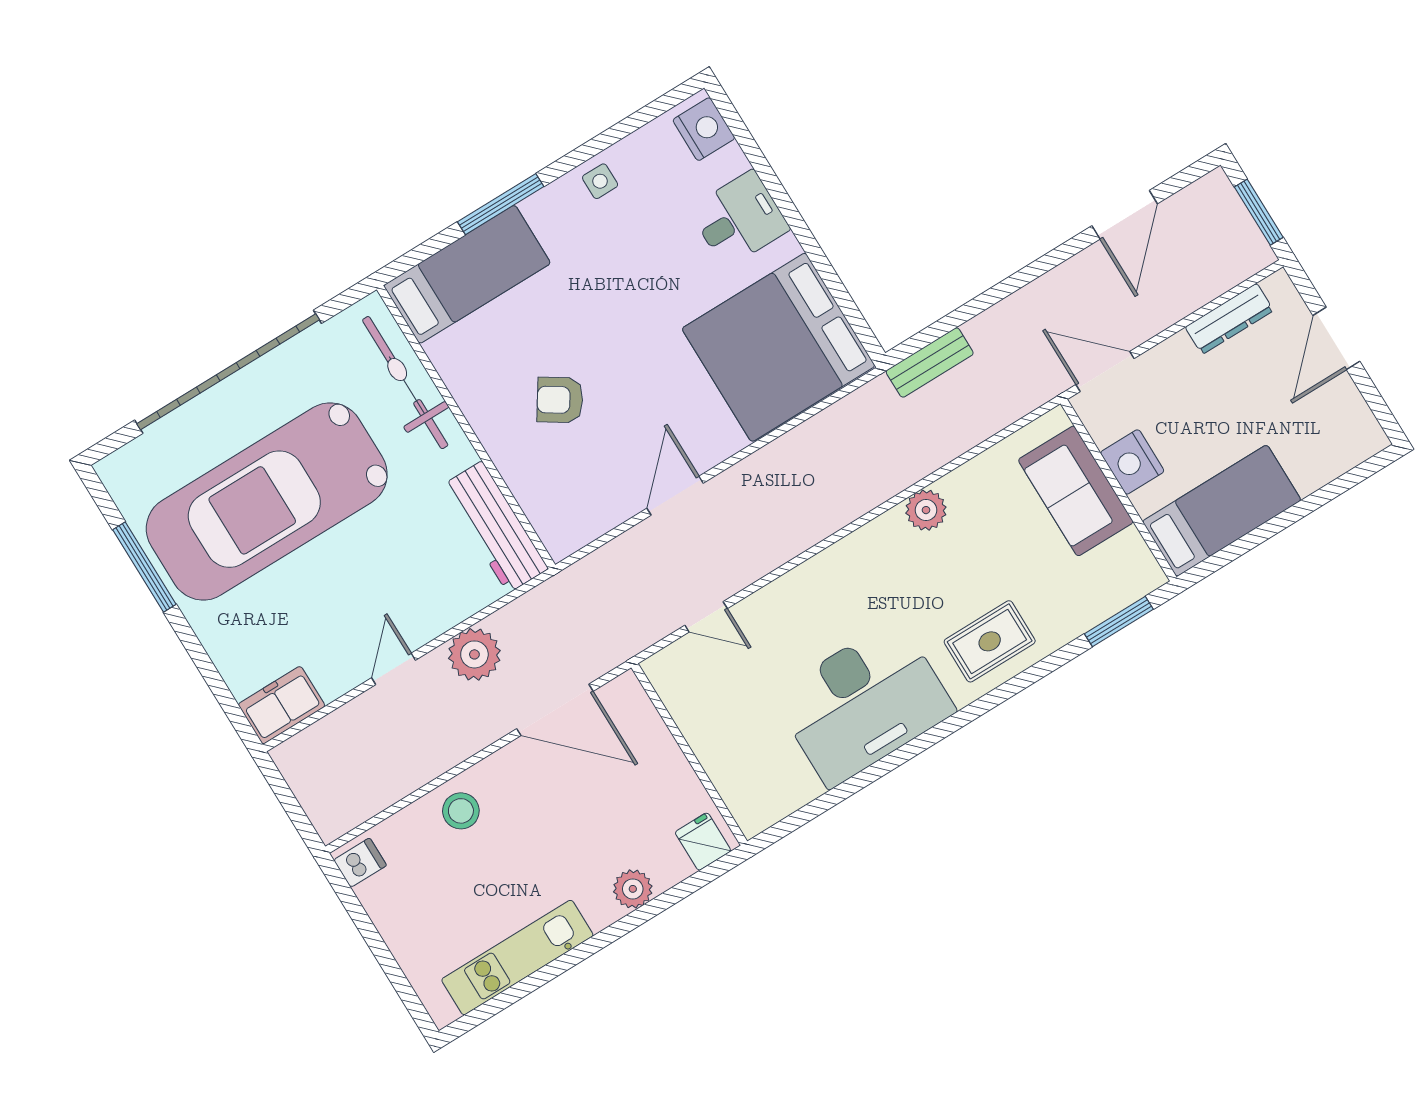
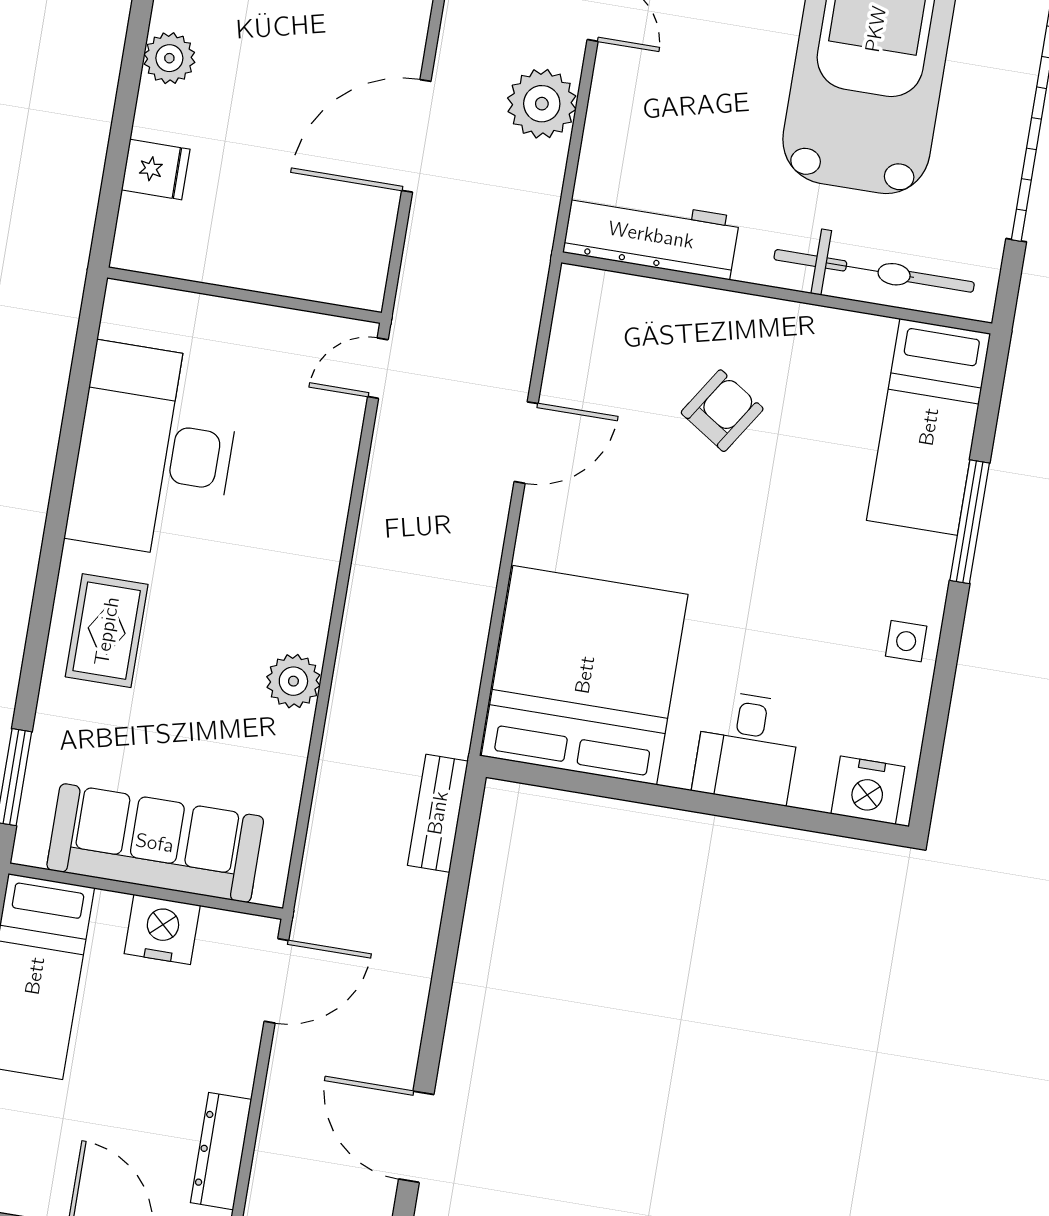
sofa: (1076, 491) -> (155, 843), width x1.36
door: (675, 496) -> (526, 443), hinge flipped
wall: (689, 754) -> (244, 295), moved

